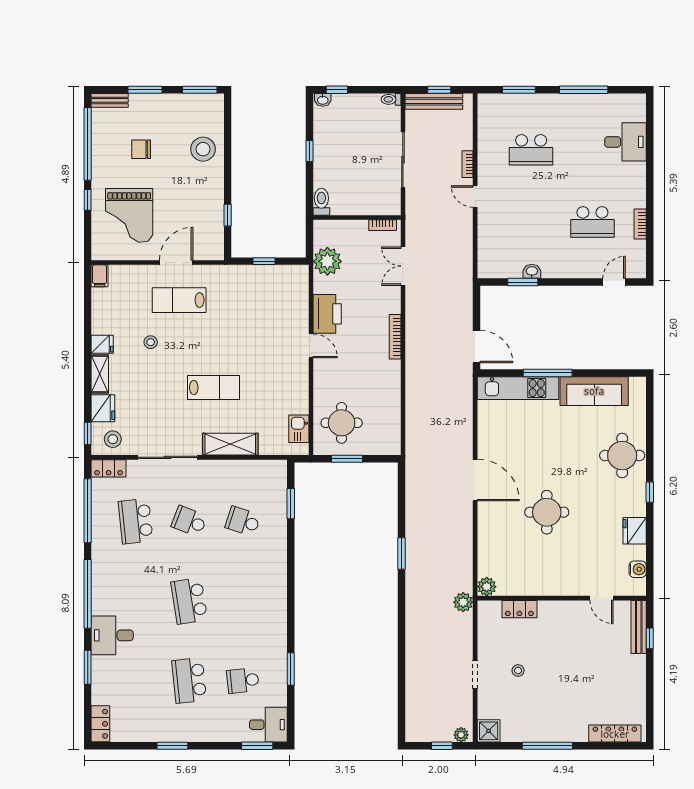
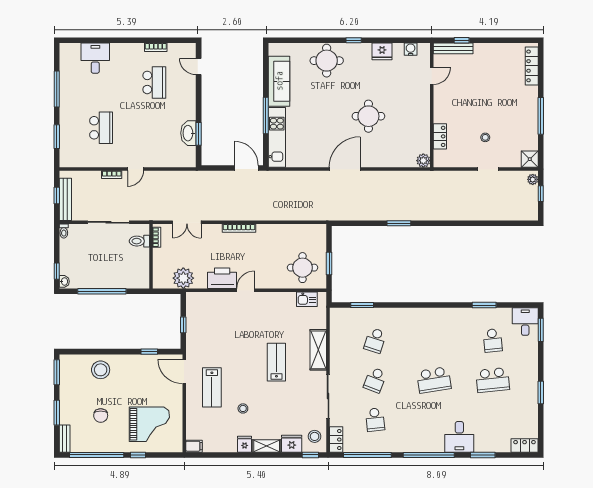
window: (310, 151) -> (102, 291), width x3.17
toilet: (321, 202) -> (139, 241), moved
door: (176, 263) -> (184, 371), moved
washbasin: (532, 271) -> (188, 133), width x1.91, depth x1.45
door: (477, 347) -> (246, 168), hinge flipped
school desk: (136, 521) -> (375, 420), width x0.54
plant: (463, 602) -> (435, 178), removed

